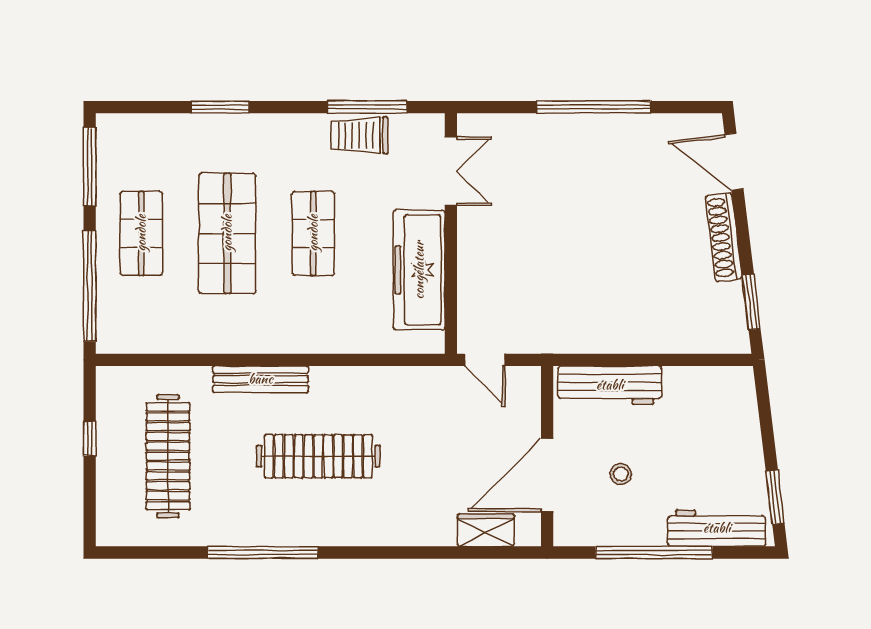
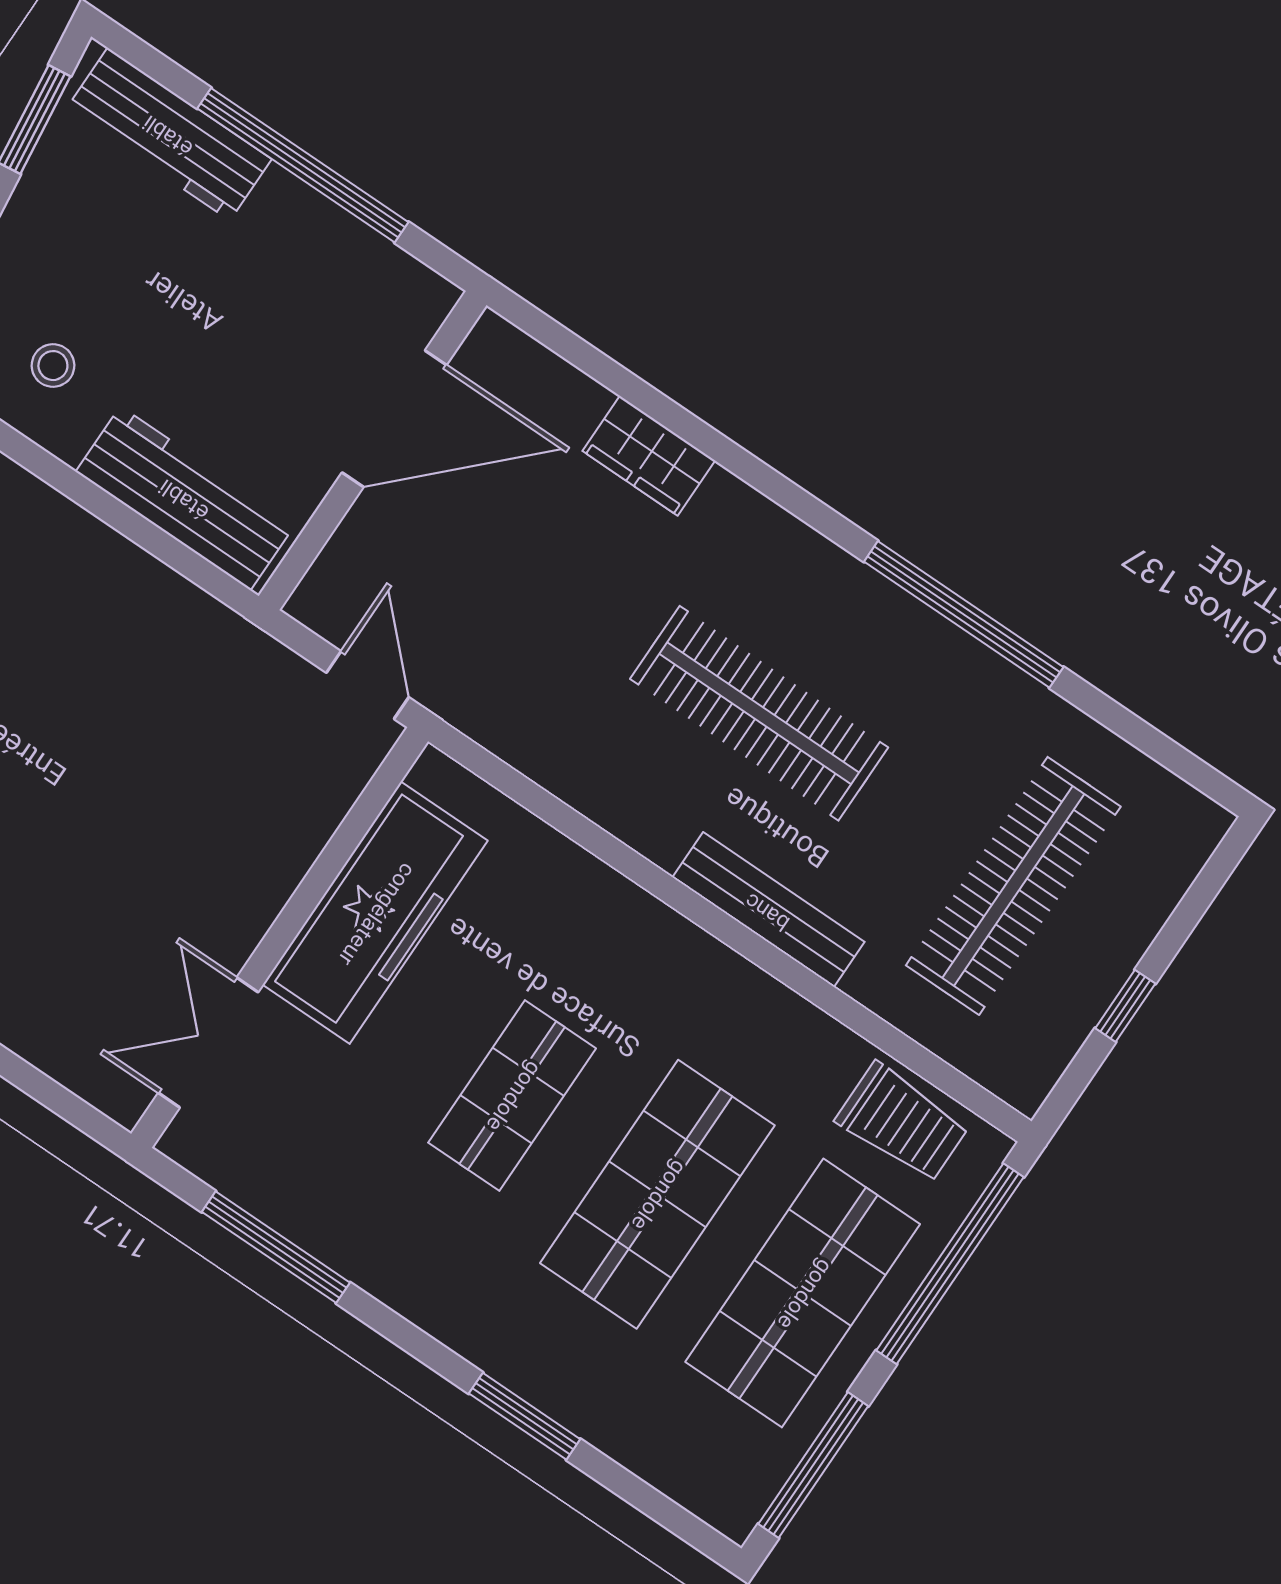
trolley: (359, 135) -> (902, 1123), moved
shop shelf: (141, 233) -> (803, 1293), width x1.43, depth x1.36
stool: (621, 474) -> (53, 366), moved
wardrobe: (486, 530) -> (649, 456), moved

